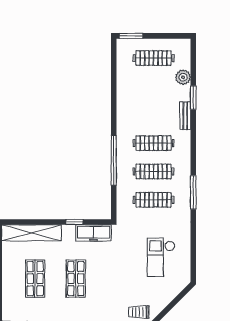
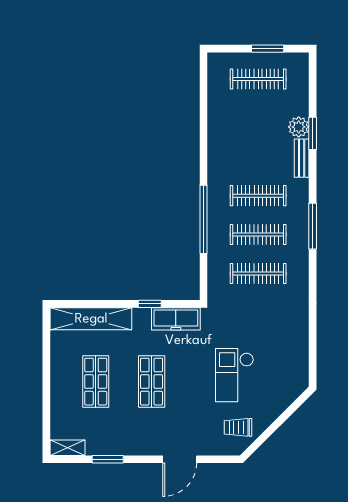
window: (131, 36) -> (268, 49), moved
plant: (183, 77) -> (299, 127), moved
window: (193, 192) -> (313, 226), moved
checkout: (161, 257) -> (235, 375), moved

